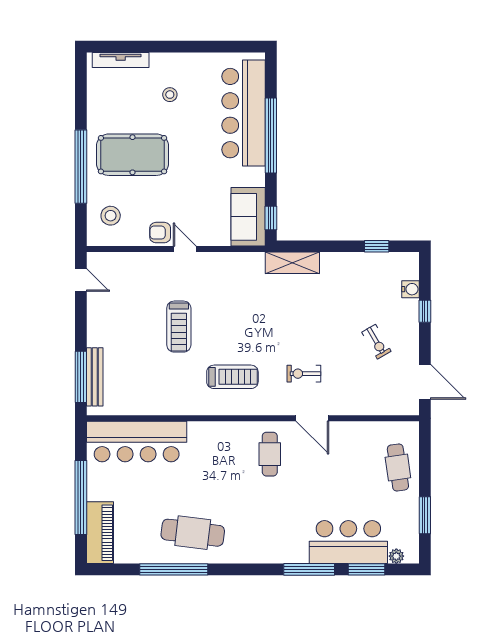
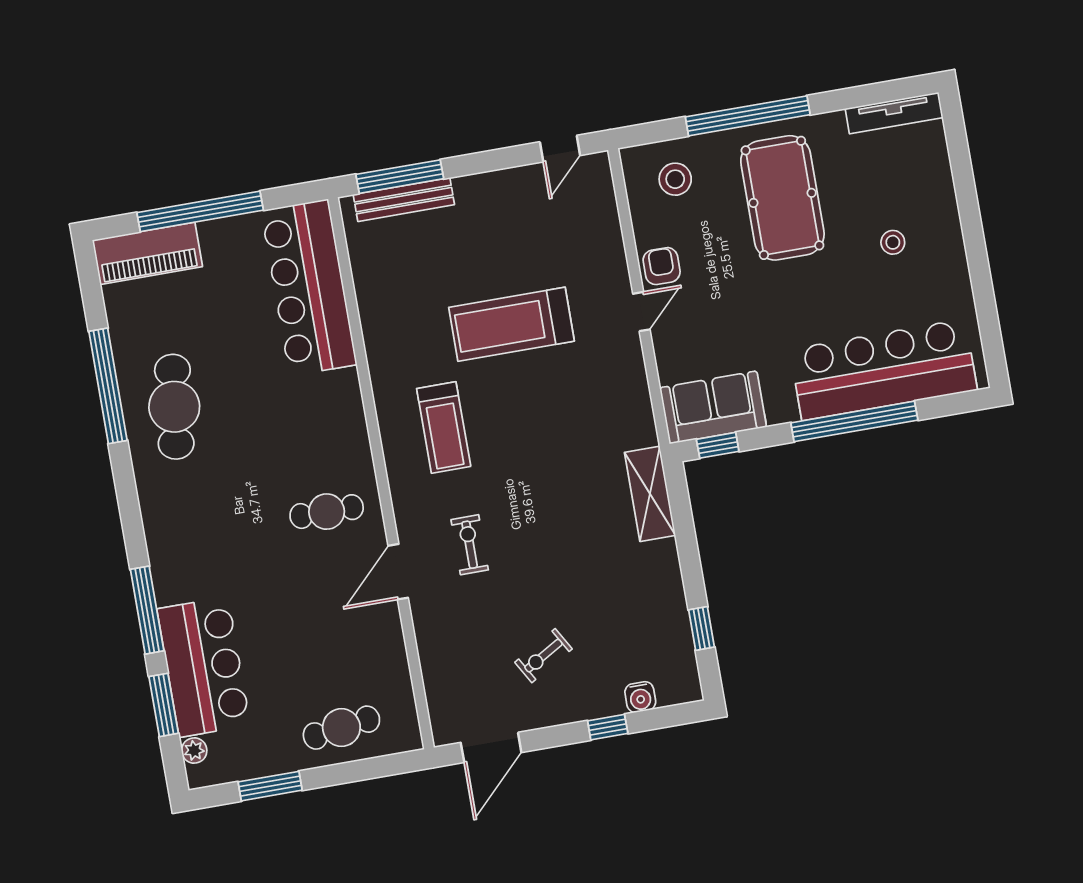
tv unit: (121, 60) -> (894, 113), moved, turned -90
treadmill: (179, 327) -> (511, 324), width x1.37, depth x1.38

